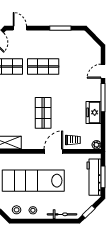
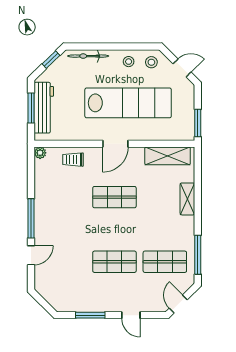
door: (20, 28) -> (131, 315), moved
freezer: (94, 112) -> (44, 198), removed
shop shelf: (43, 113) -> (114, 197), turned 90
door: (53, 151) -> (115, 144), moved

